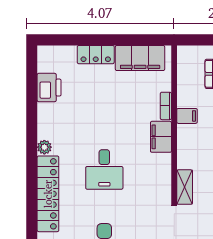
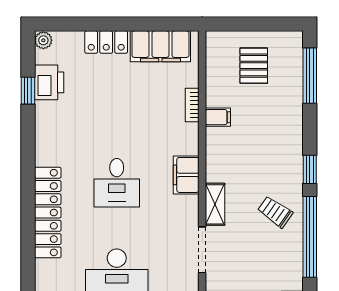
window: (32, 94) -> (28, 91), added
filing cabinet: (161, 137) -> (186, 175), moved
plant: (44, 147) -> (43, 40), moved

